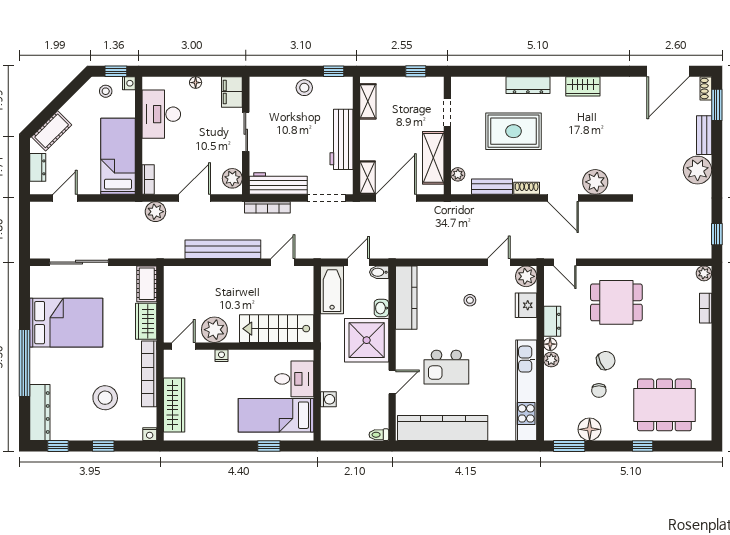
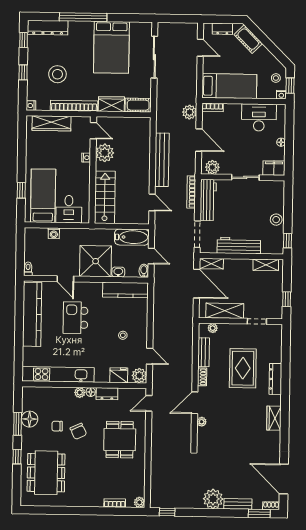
plant: (595, 182) -> (202, 422), width x0.53, depth x0.53
window: (569, 446) -> (18, 424), moved

